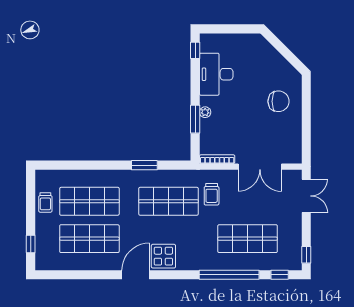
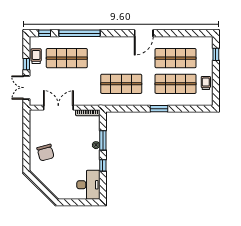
window: (195, 50) -> (103, 165), moved
desk: (216, 74) -> (88, 185), moved
chair: (279, 101) -> (46, 153), turned -105
window: (144, 165) -> (159, 109), moved
trolley: (212, 194) -> (36, 56), moved
window: (306, 255) -> (26, 64), moved
display table: (163, 256) -> (125, 46), removed

